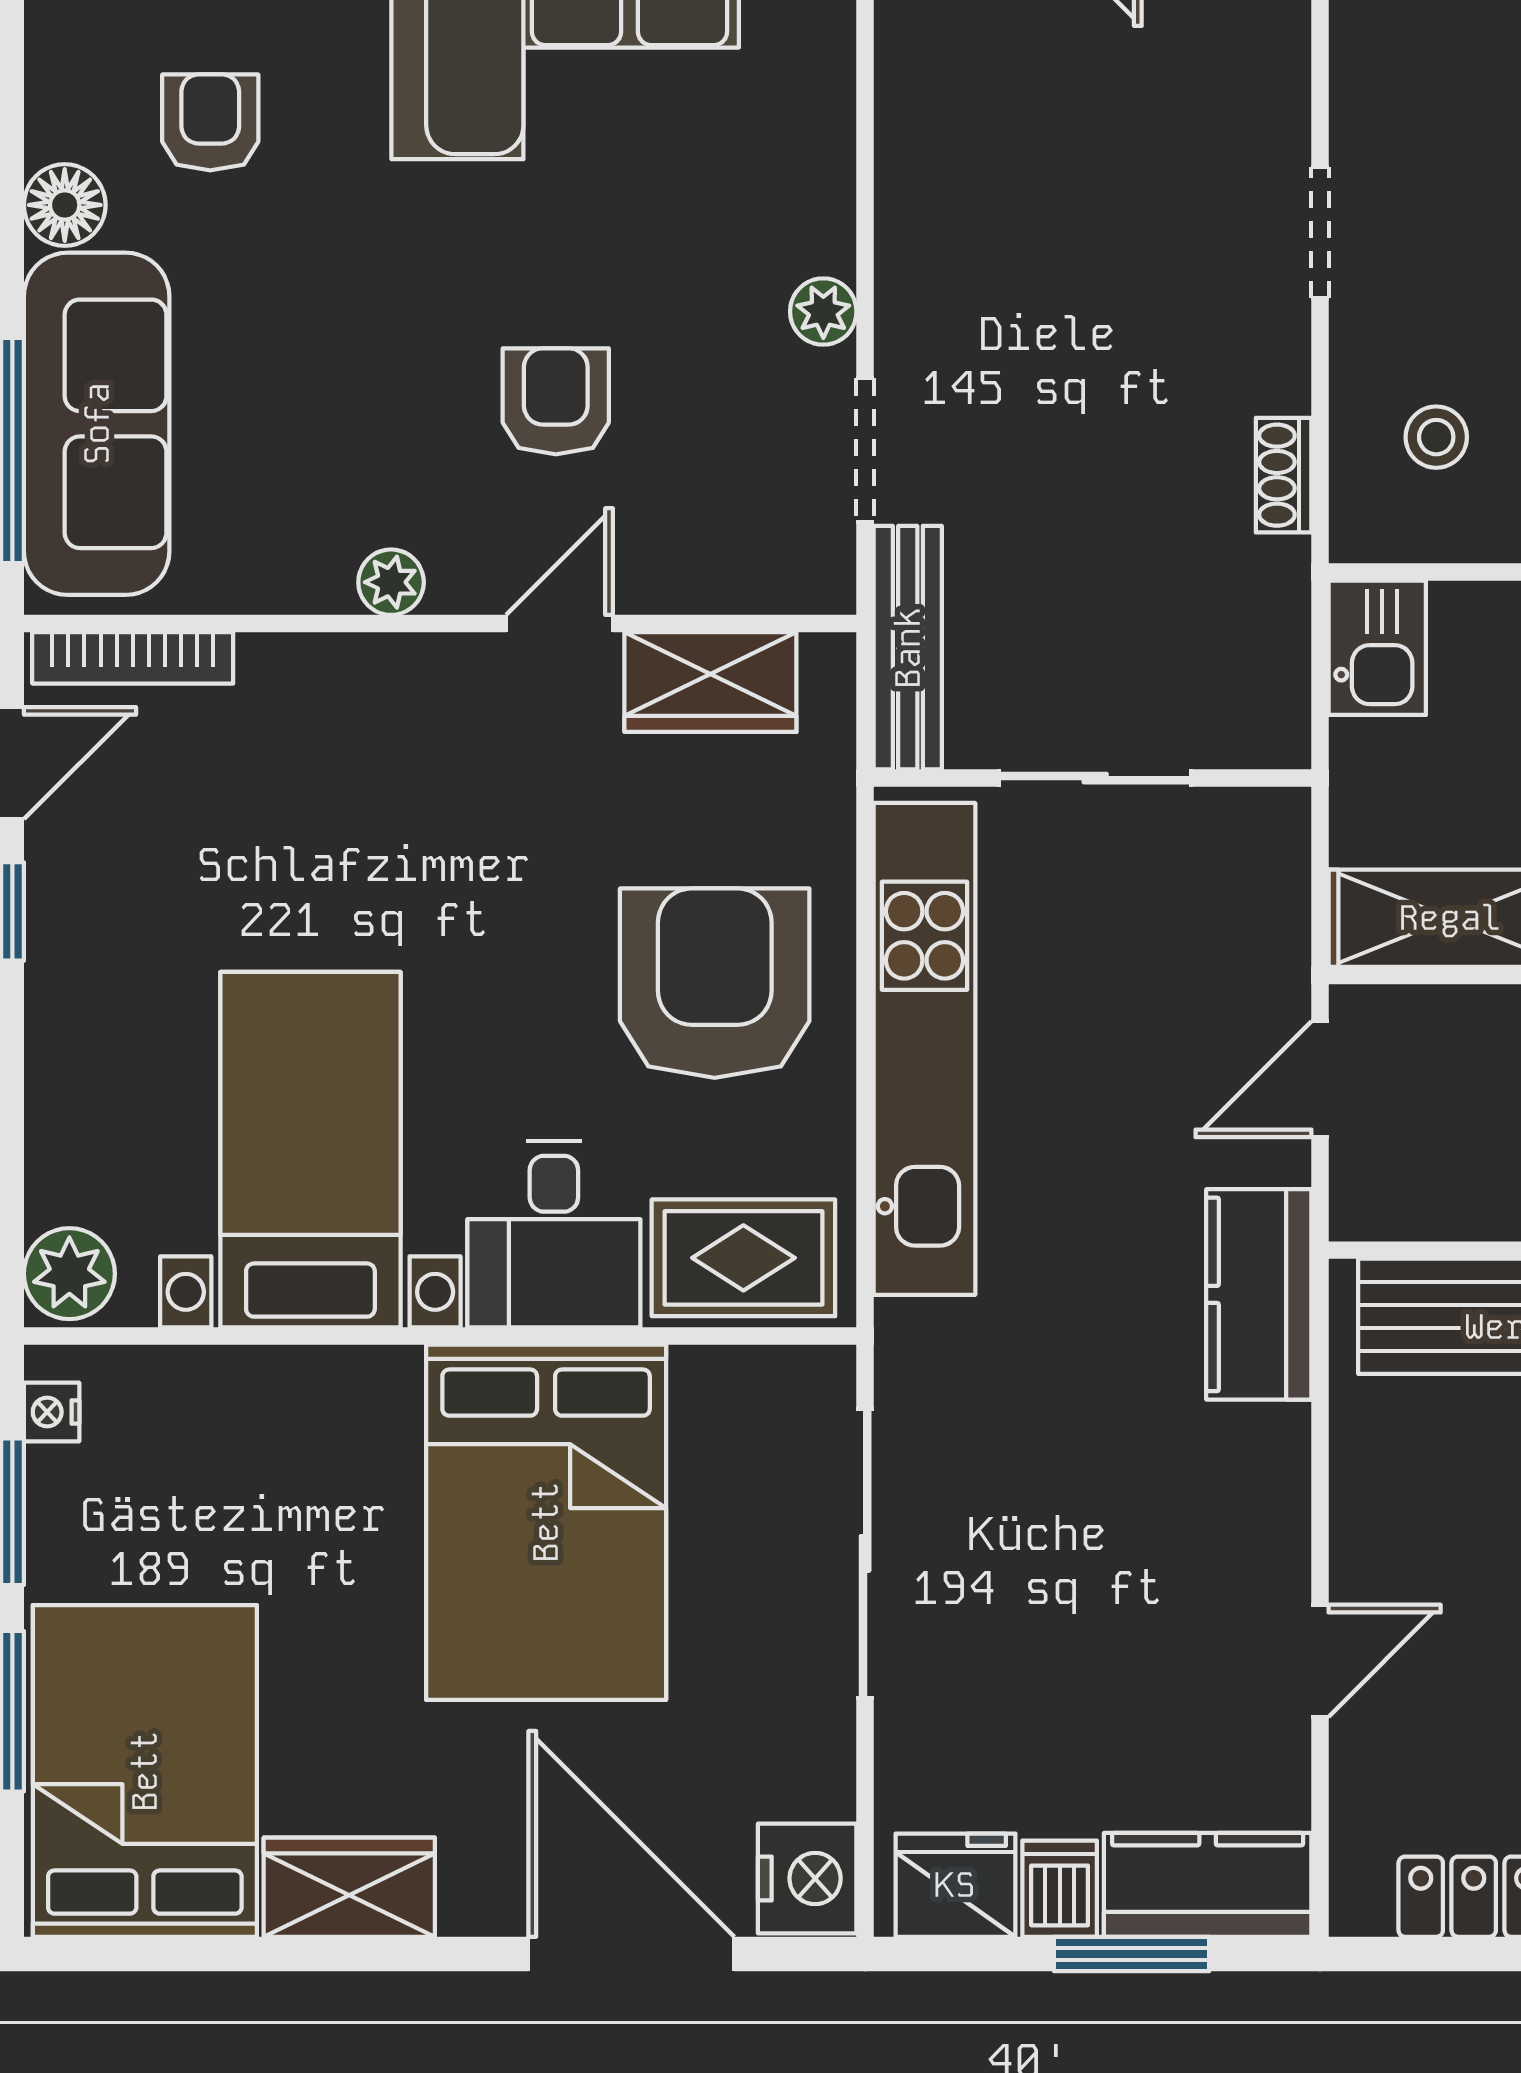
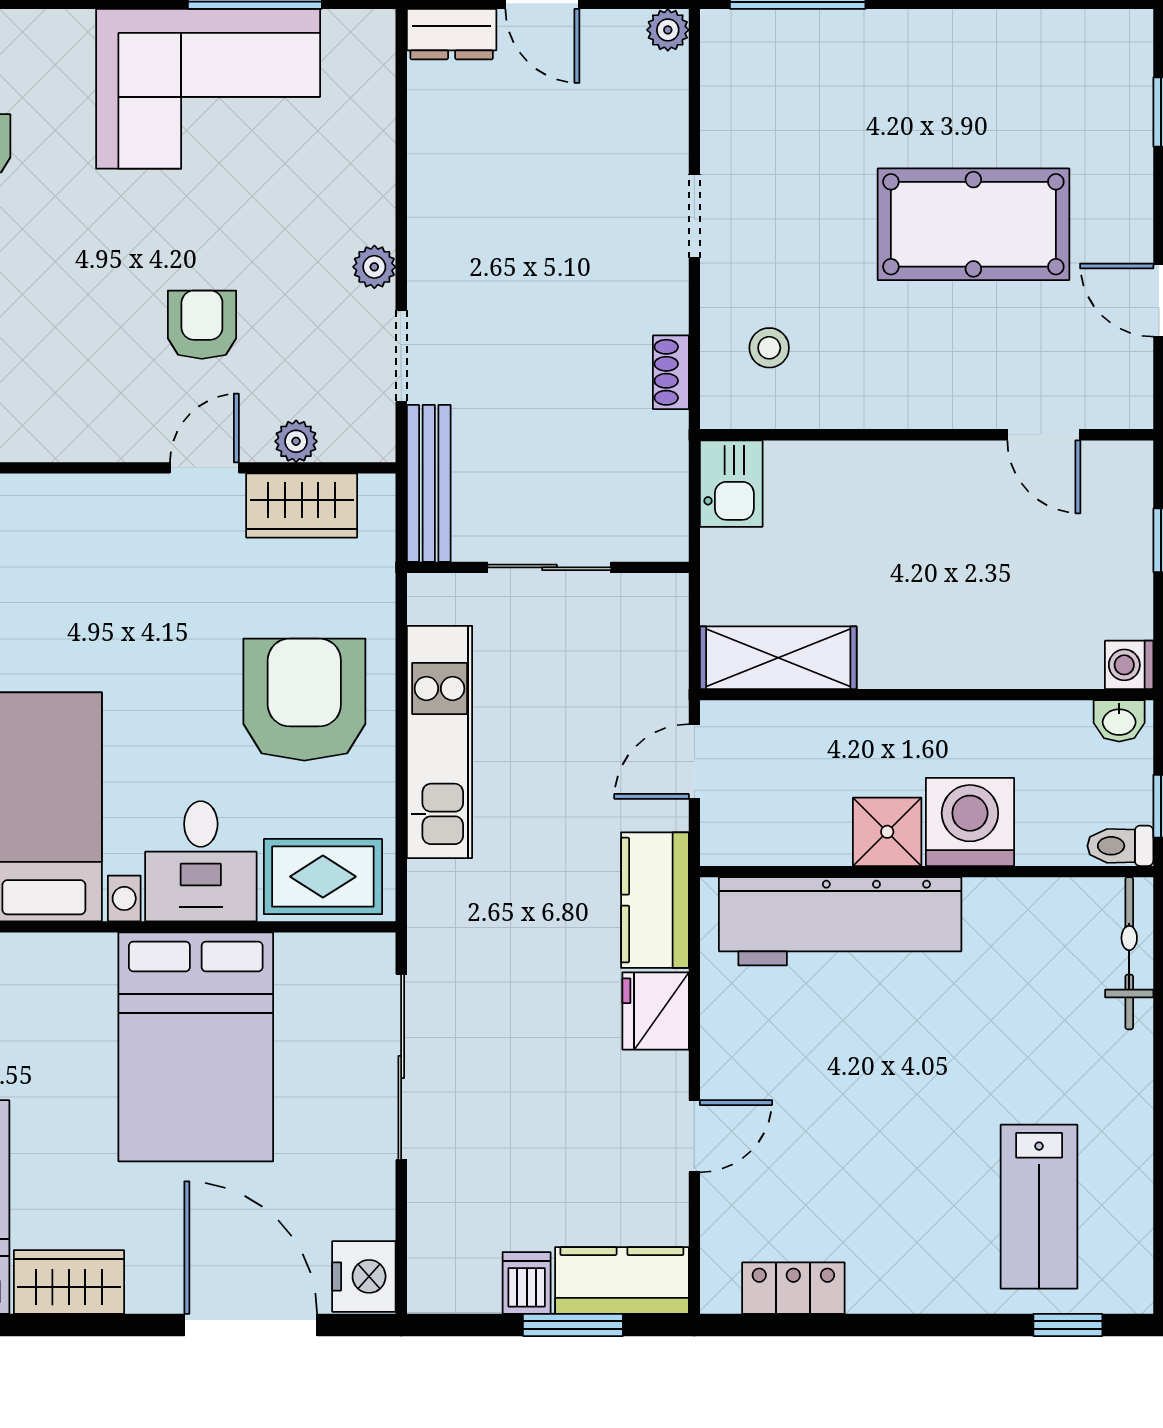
plant: (391, 582) -> (296, 441), moved
kitchen unit: (924, 1049) -> (440, 742), width x0.73
fridge: (955, 1885) -> (656, 1011), moved, turned -90

